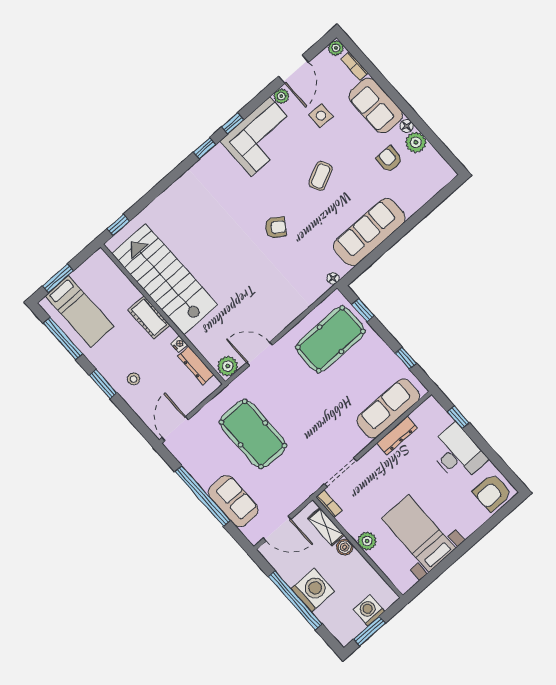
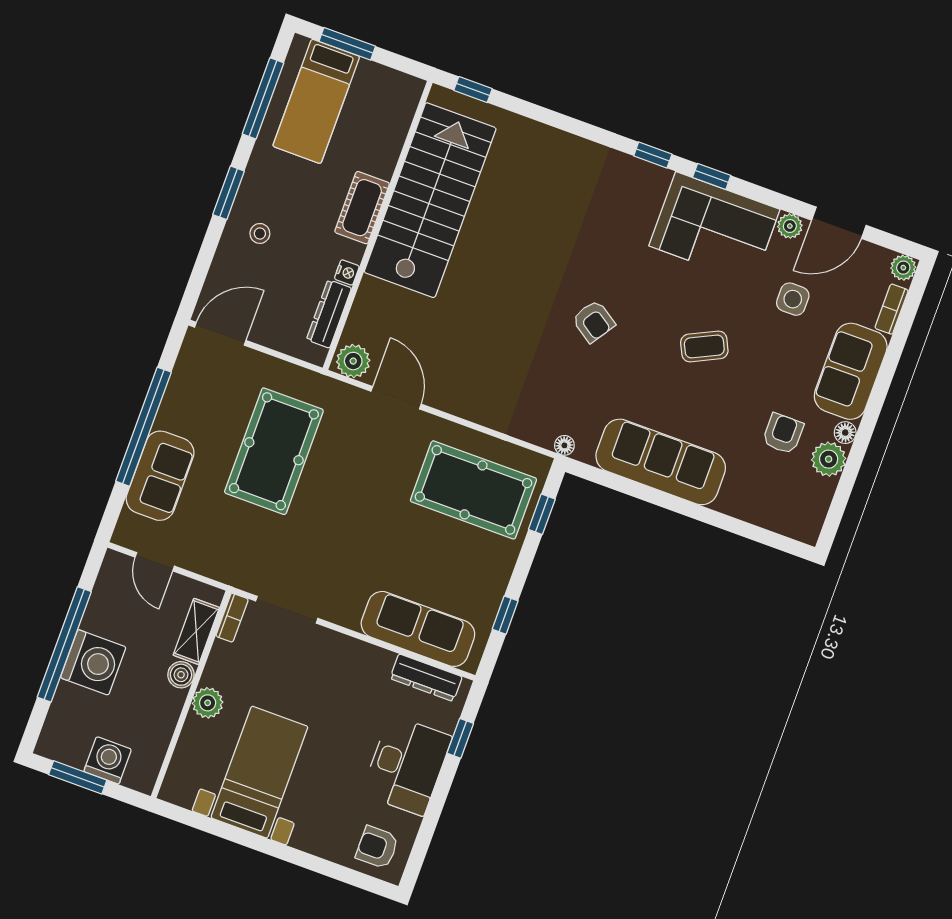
dresser: (397, 435) -> (426, 678), moved
armchair: (492, 493) -> (377, 847), width x0.72, depth x0.72
door: (277, 529) -> (155, 562), width x0.73

